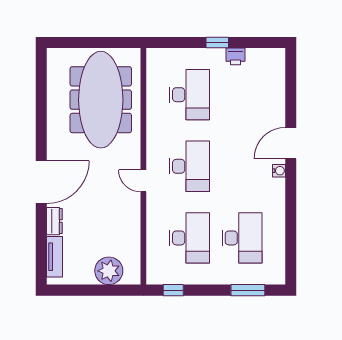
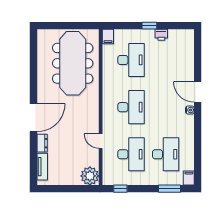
filing cabinet: (154, 59) -> (108, 37), added
door: (291, 143) -> (198, 92), hinge flipped
door: (143, 181) -> (101, 141), moved
plant: (109, 271) -> (90, 176), moved
filing cabinet: (277, 274) -> (189, 178), added

